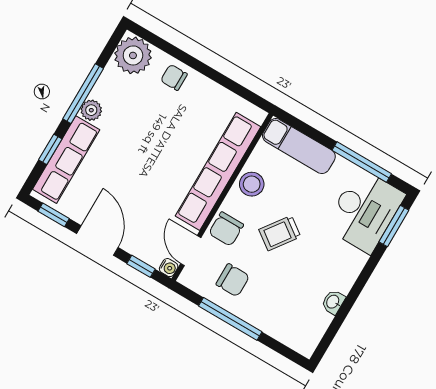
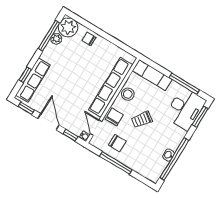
window: (83, 94) -> (49, 36), moved
plant: (91, 110) -> (56, 39), moved
chair: (226, 229) -> (114, 117), turned 180
window: (345, 309) -> (174, 159), added

